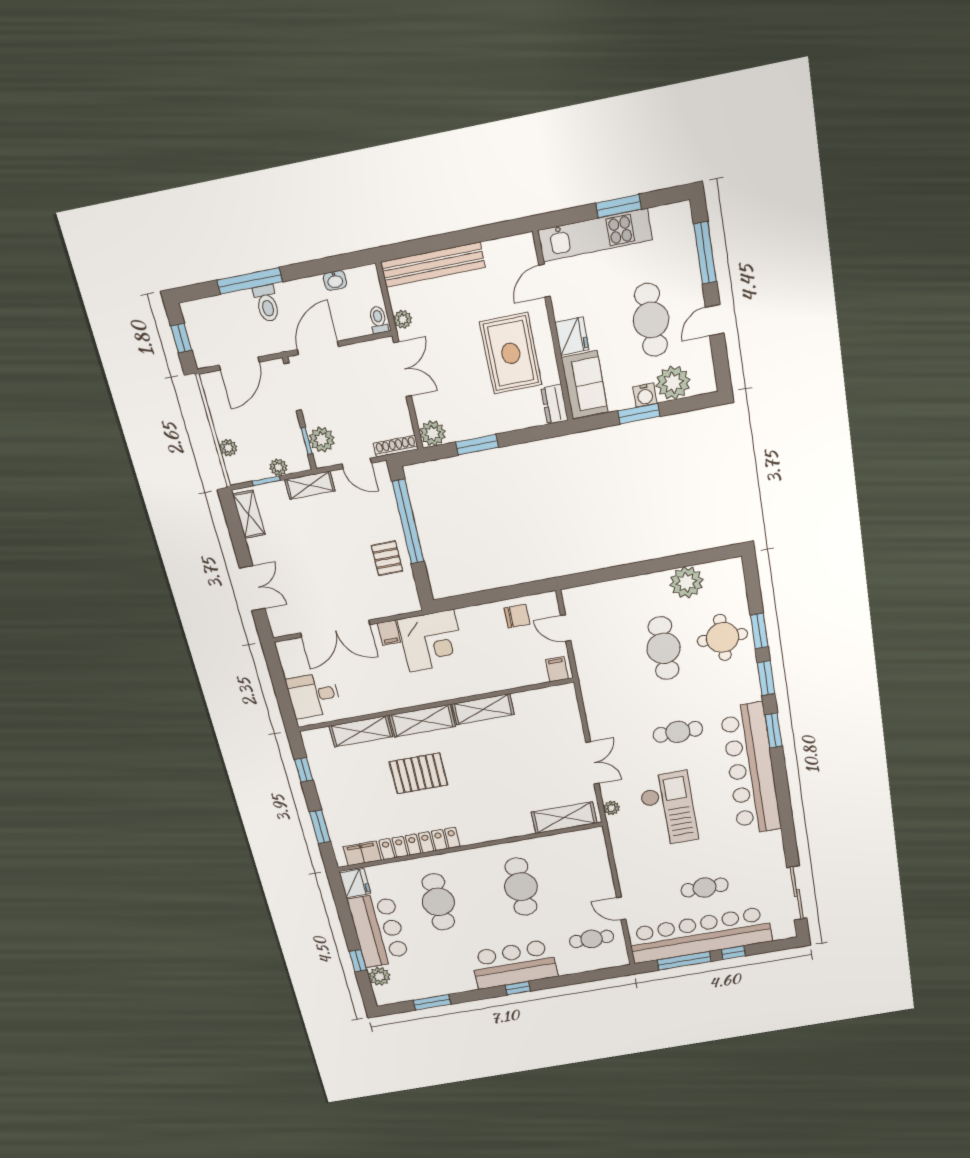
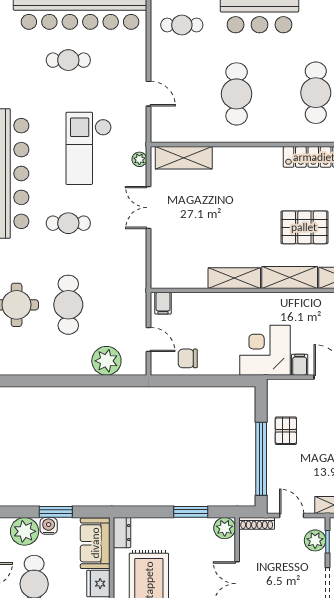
plant: (686, 582) -> (106, 361), moved
door: (621, 908) -> (149, 94), moved

